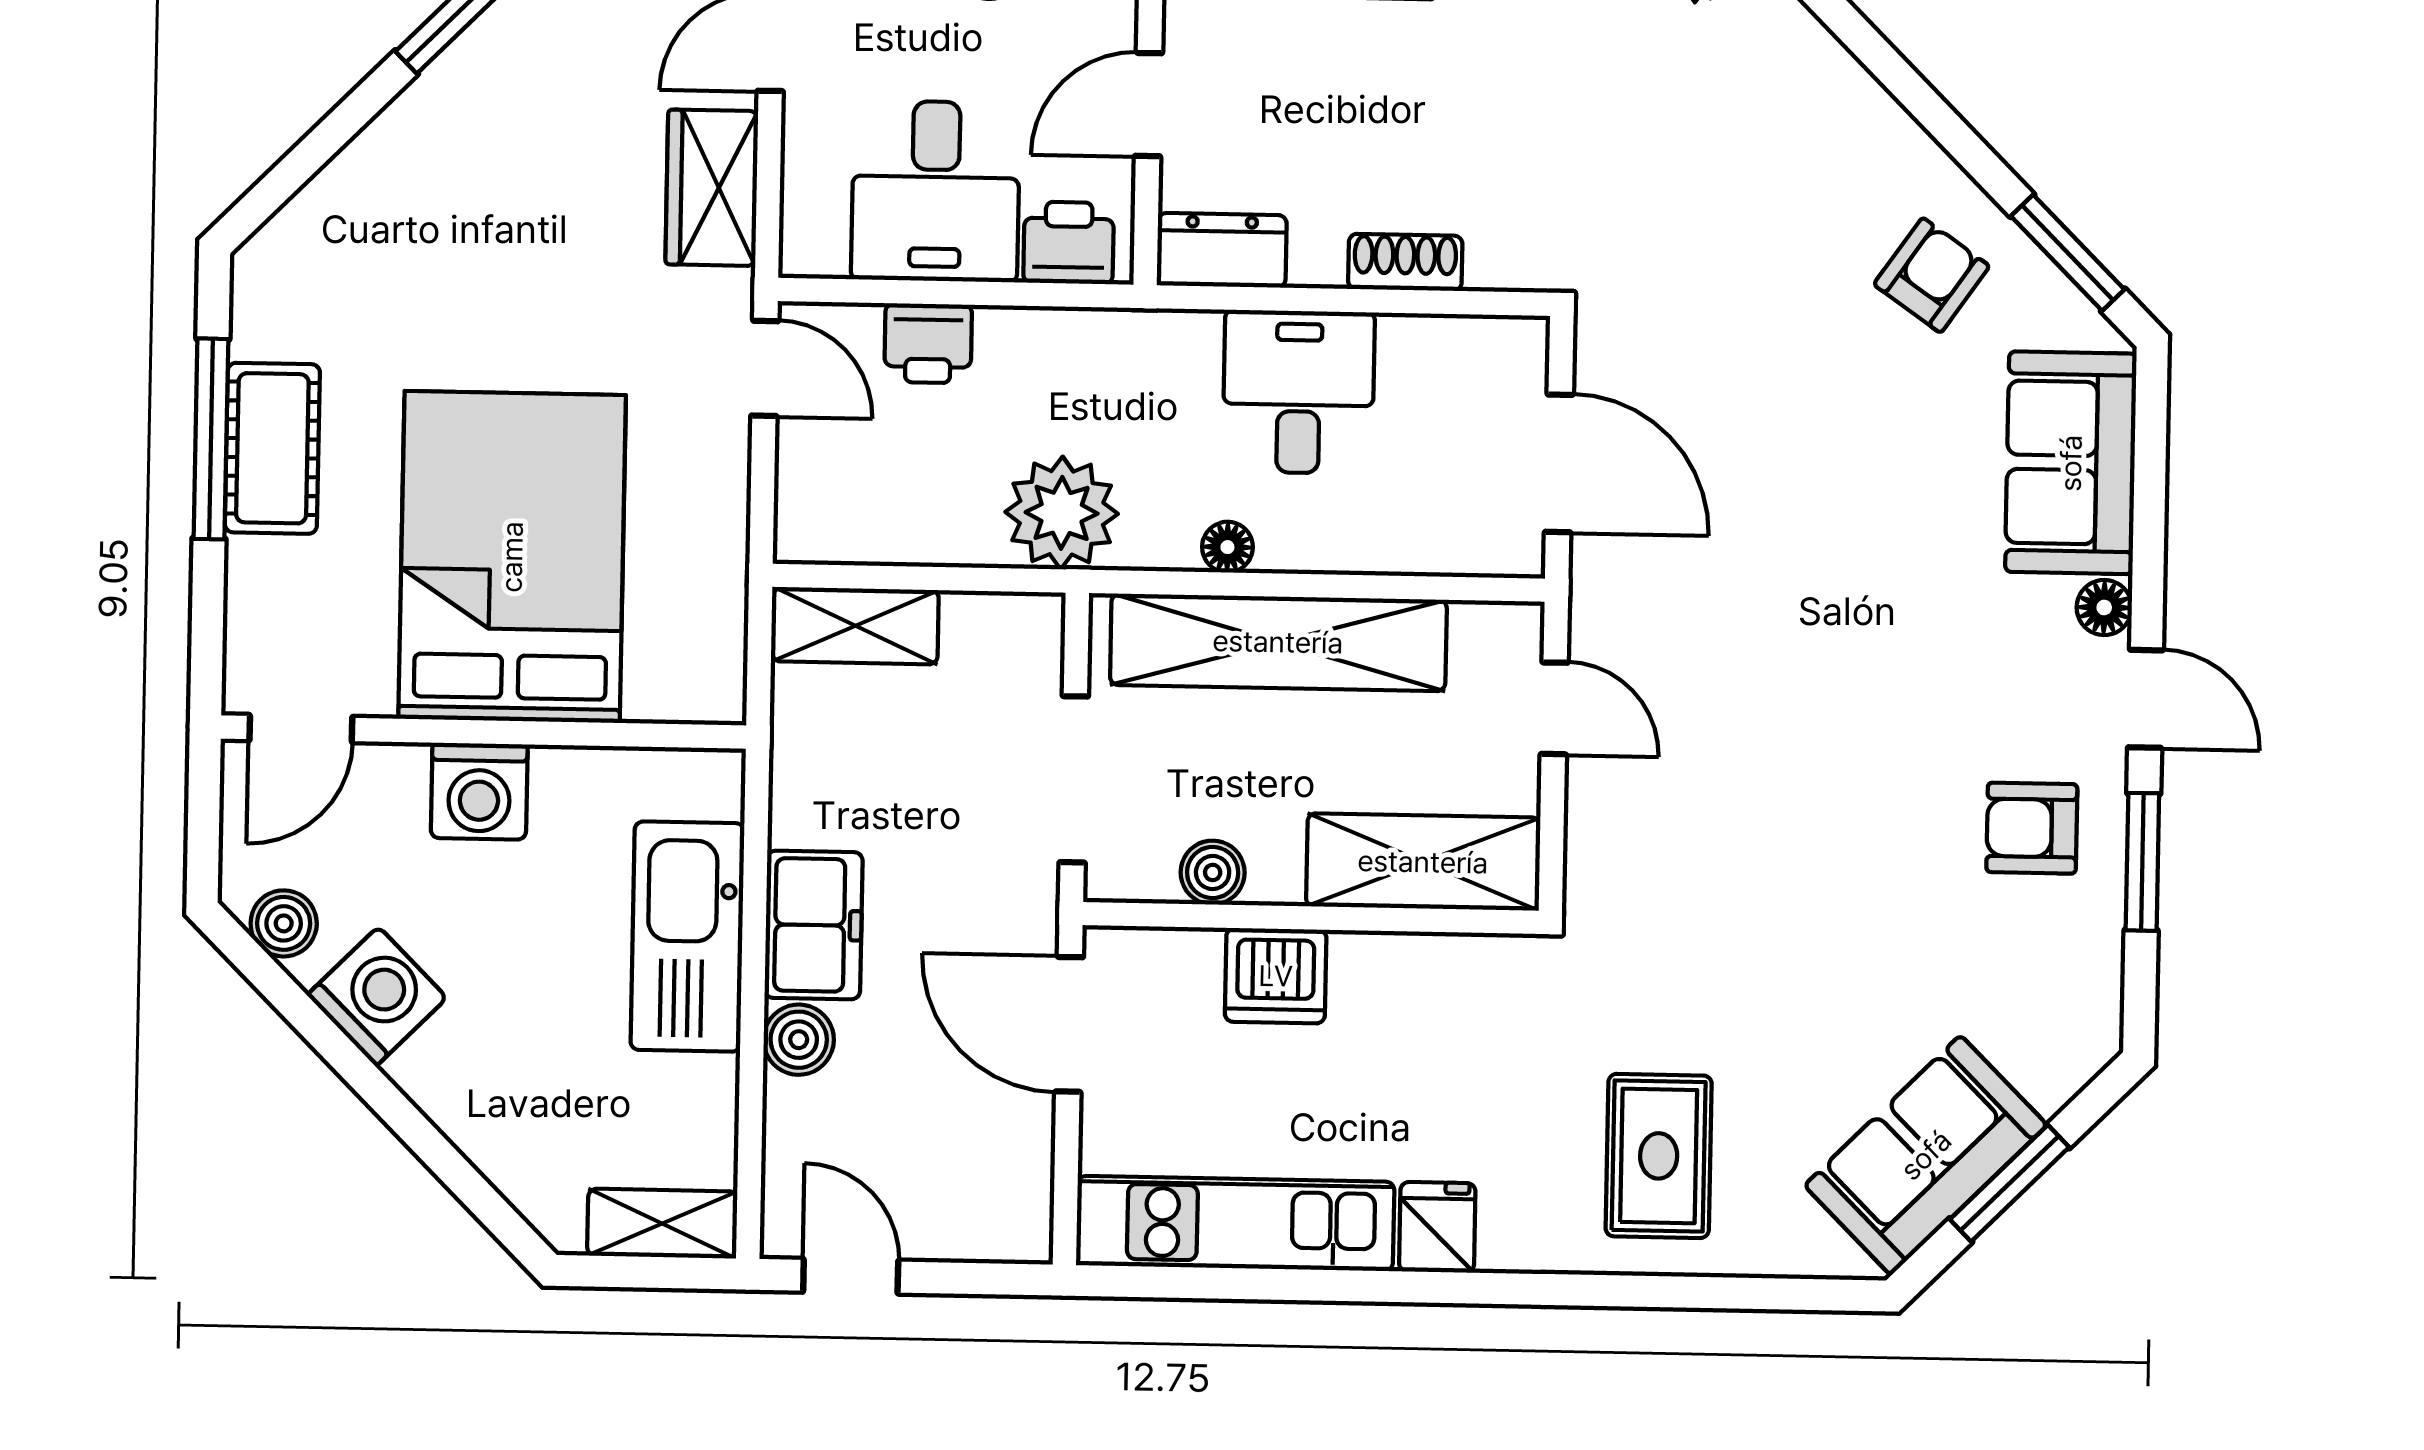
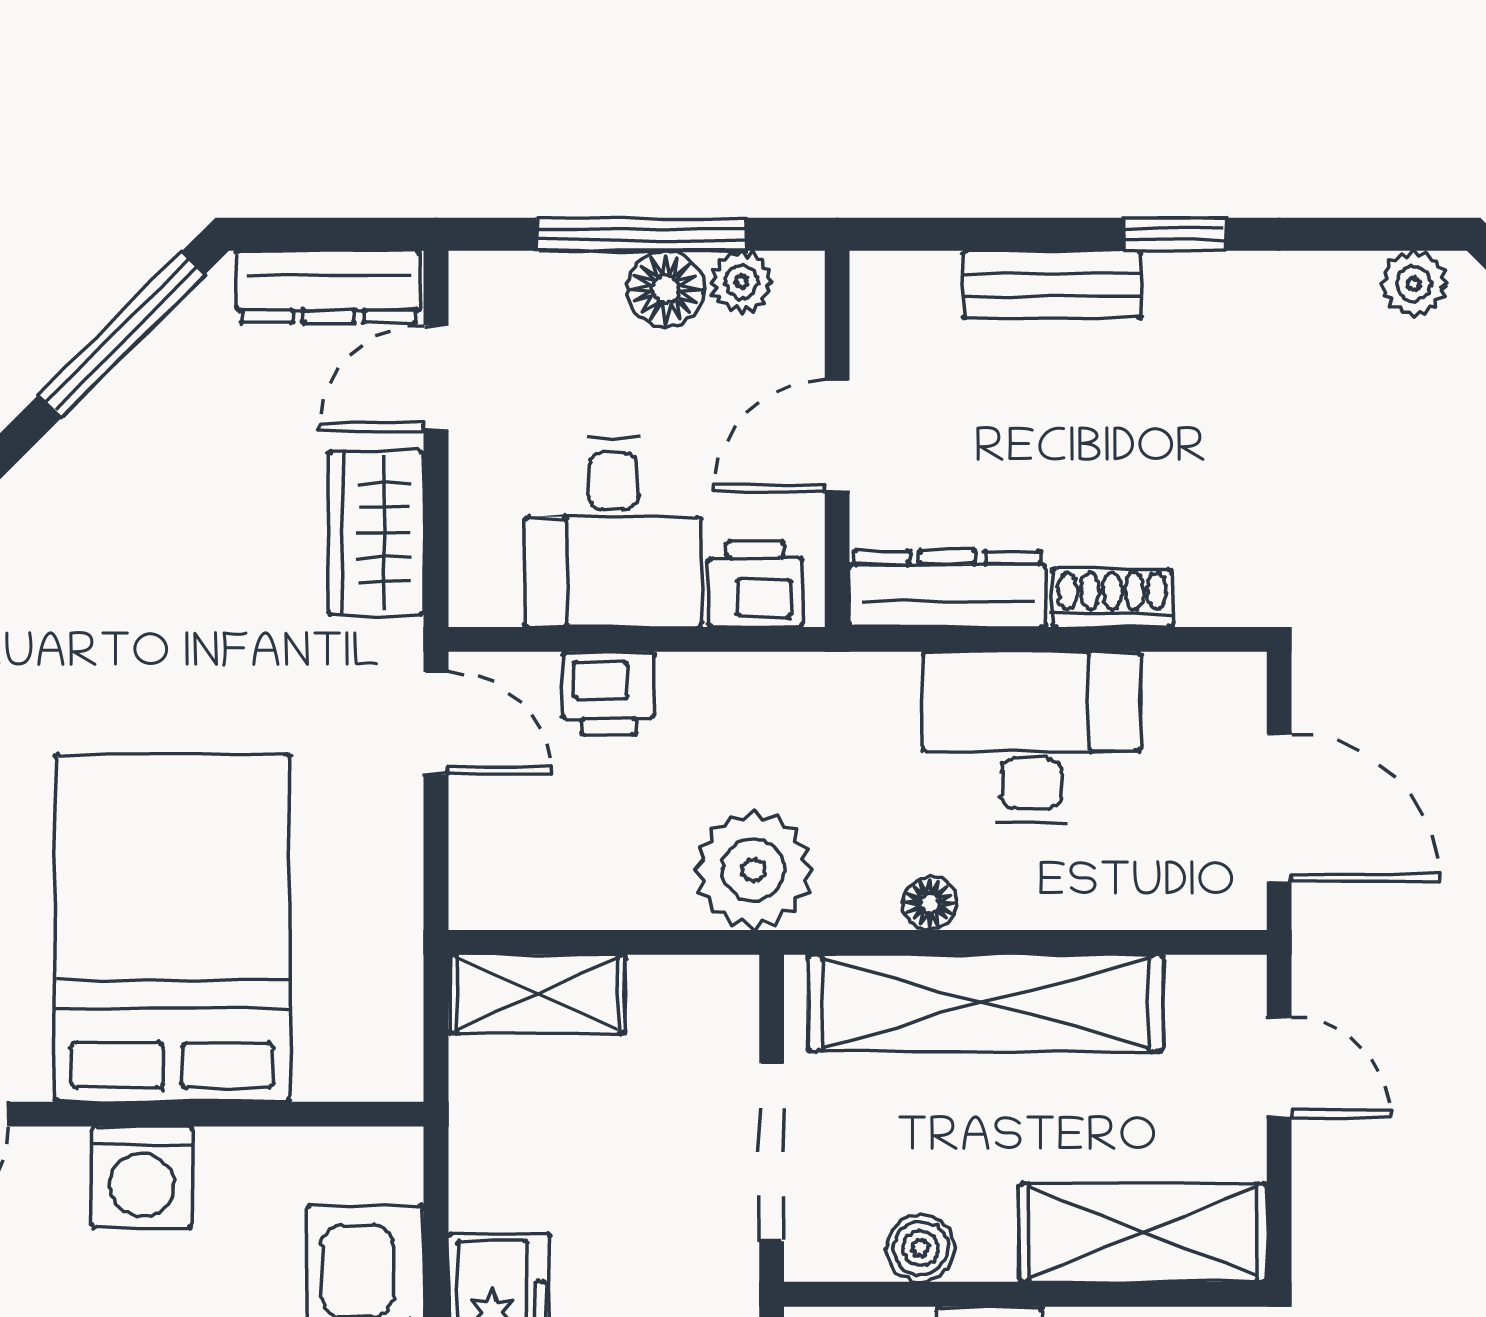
dresser: (1222, 250) -> (947, 589), width x1.44
desk: (1299, 392) -> (1032, 737), width x1.37

